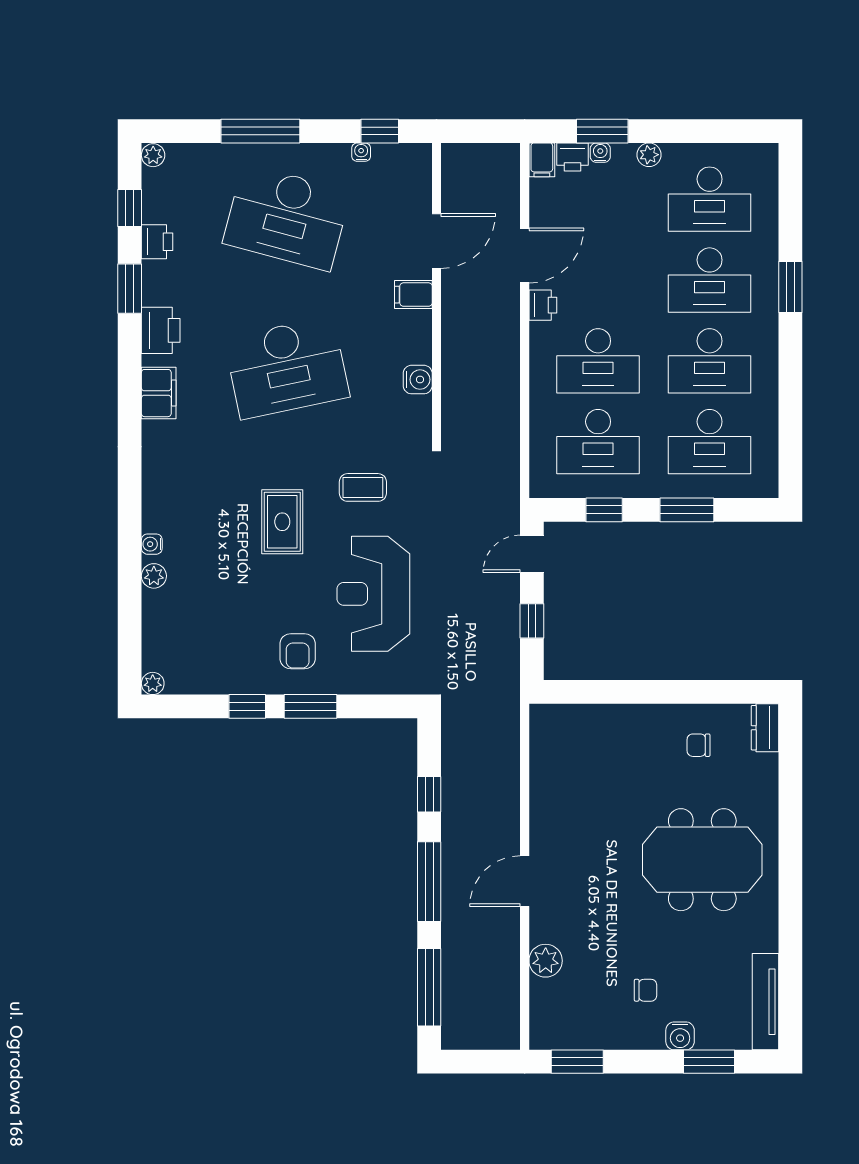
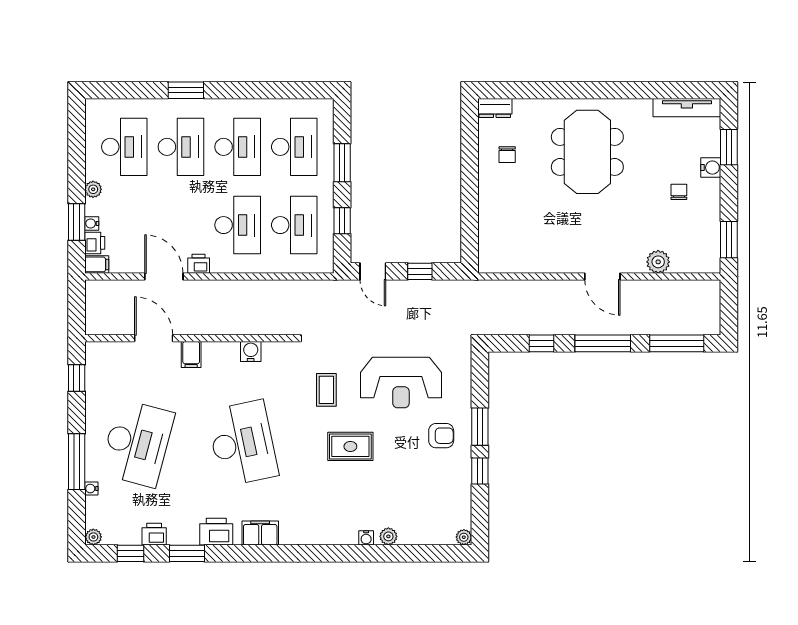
water cooler: (361, 152) -> (91, 489), moved

